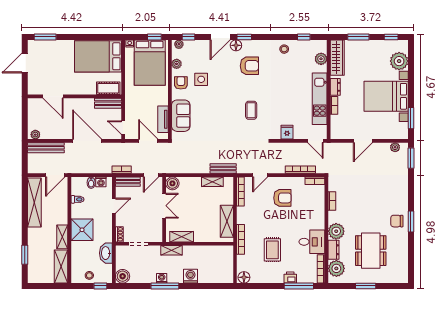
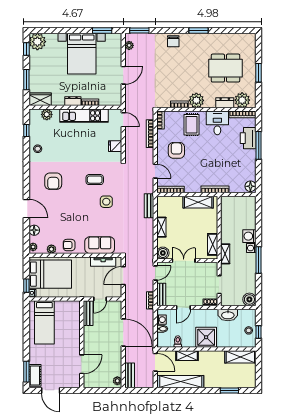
window: (154, 37) -> (26, 286), moved
window: (189, 37) -> (26, 238), removed
window: (244, 37) -> (26, 186), removed
floor lamp: (236, 45) -> (34, 230), moved
bed: (98, 56) -> (44, 322), width x0.67
wardrobe: (337, 58) -> (40, 99), width x0.67
plant: (399, 61) -> (37, 42), moved
armchair: (249, 66) -> (53, 181), turned 180
side table: (201, 79) -> (106, 202), moved
cot: (108, 88) -> (35, 375), moved
door: (123, 128) -> (100, 299), moved
door: (87, 141) -> (123, 333), swing flipped
door: (315, 141) -> (123, 120), hinge flipped
door: (363, 141) -> (123, 75), hinge flipped
bench: (46, 148) -> (130, 375), width x0.73
door: (151, 175) -> (155, 273), hinge flipped
shelving: (212, 182) -> (161, 227), moved
door: (114, 206) -> (183, 307), swing flipped
chair: (397, 221) -> (173, 41), moved
plant: (336, 231) -> (196, 100), moved
shelving: (62, 237) -> (187, 356), moved
rug: (272, 250) -> (192, 125), moved, turned 90
washing machine: (162, 278) -> (251, 248), moved
printer: (290, 278) -> (248, 138), width x1.87, depth x1.48
window: (100, 286) -> (259, 332), moved
window: (299, 286) -> (259, 145), moved

